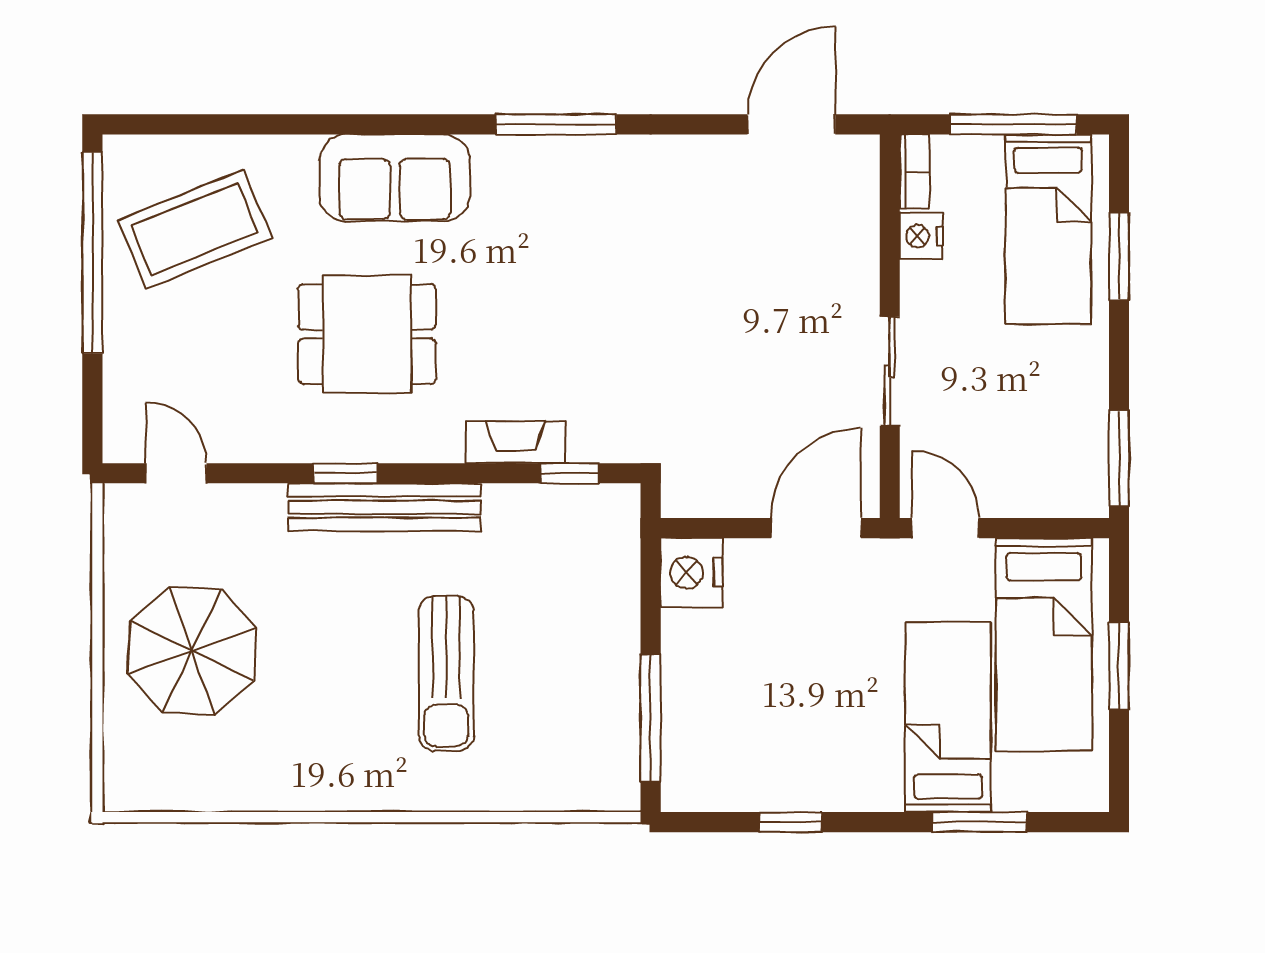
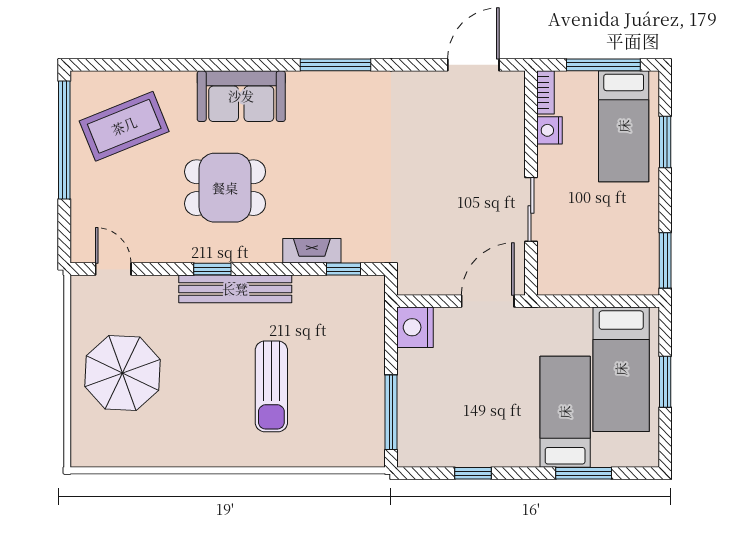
door: (945, 528) -> (564, 301), removed

